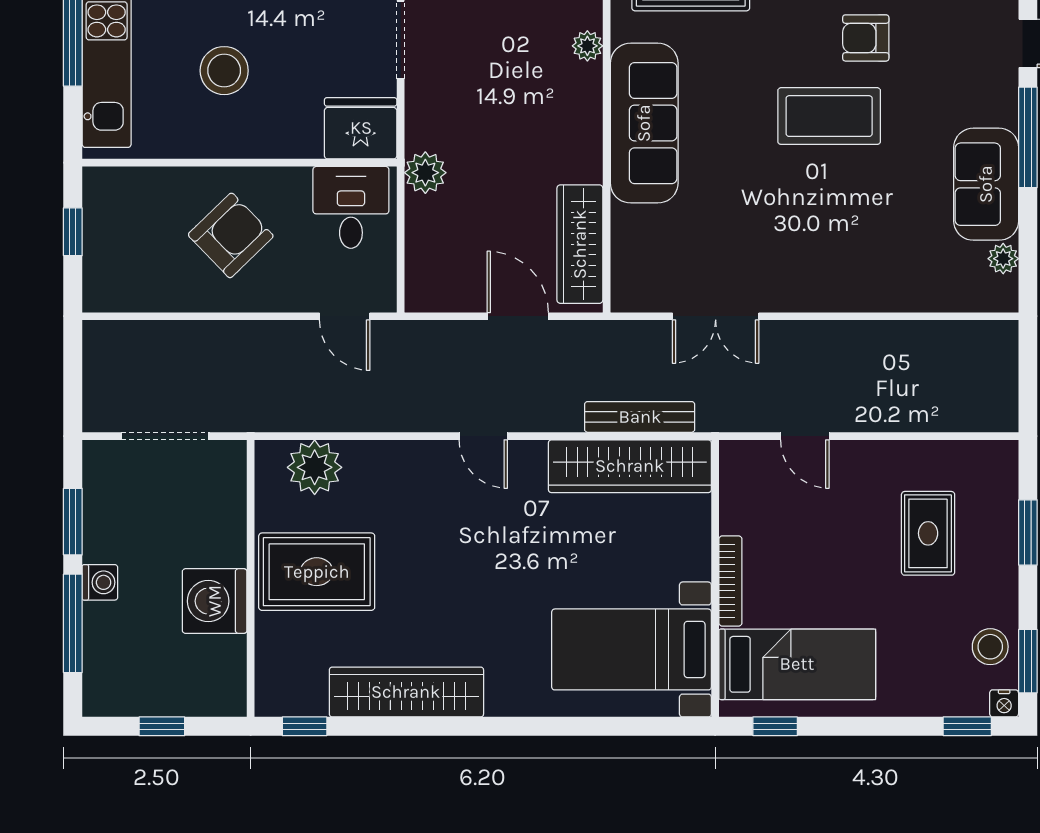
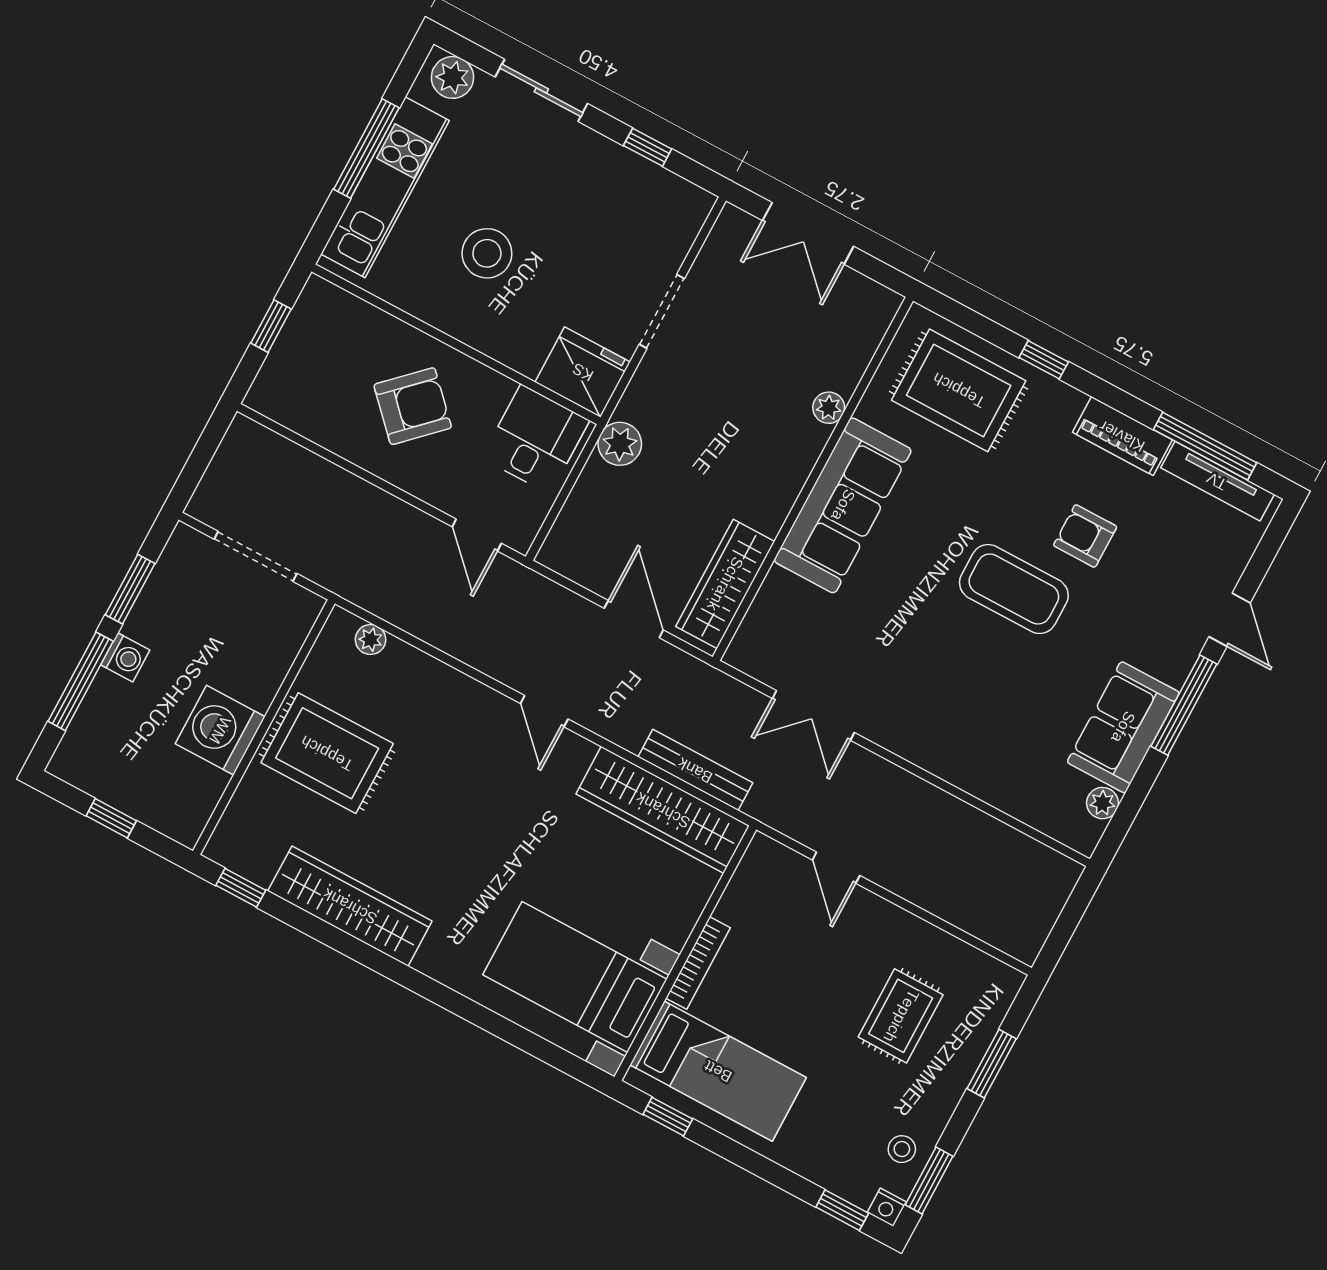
plant: (315, 467) -> (371, 640), width x0.53, depth x0.53
stool: (990, 647) -> (902, 1149), width x0.73, depth x0.73

